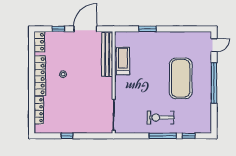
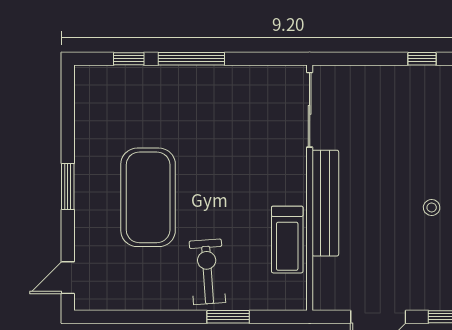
bench: (107, 54) -> (325, 203), moved
window: (214, 83) -> (68, 186), width x0.47
exercise bike: (161, 118) -> (207, 272), moved, turned -94

